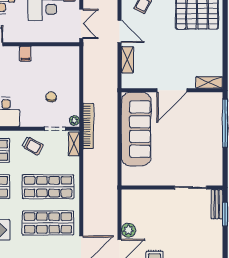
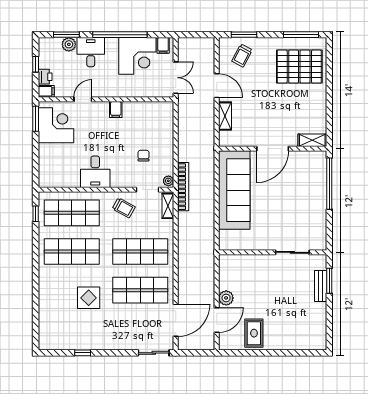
bench: (217, 204) -> (321, 286), moved

